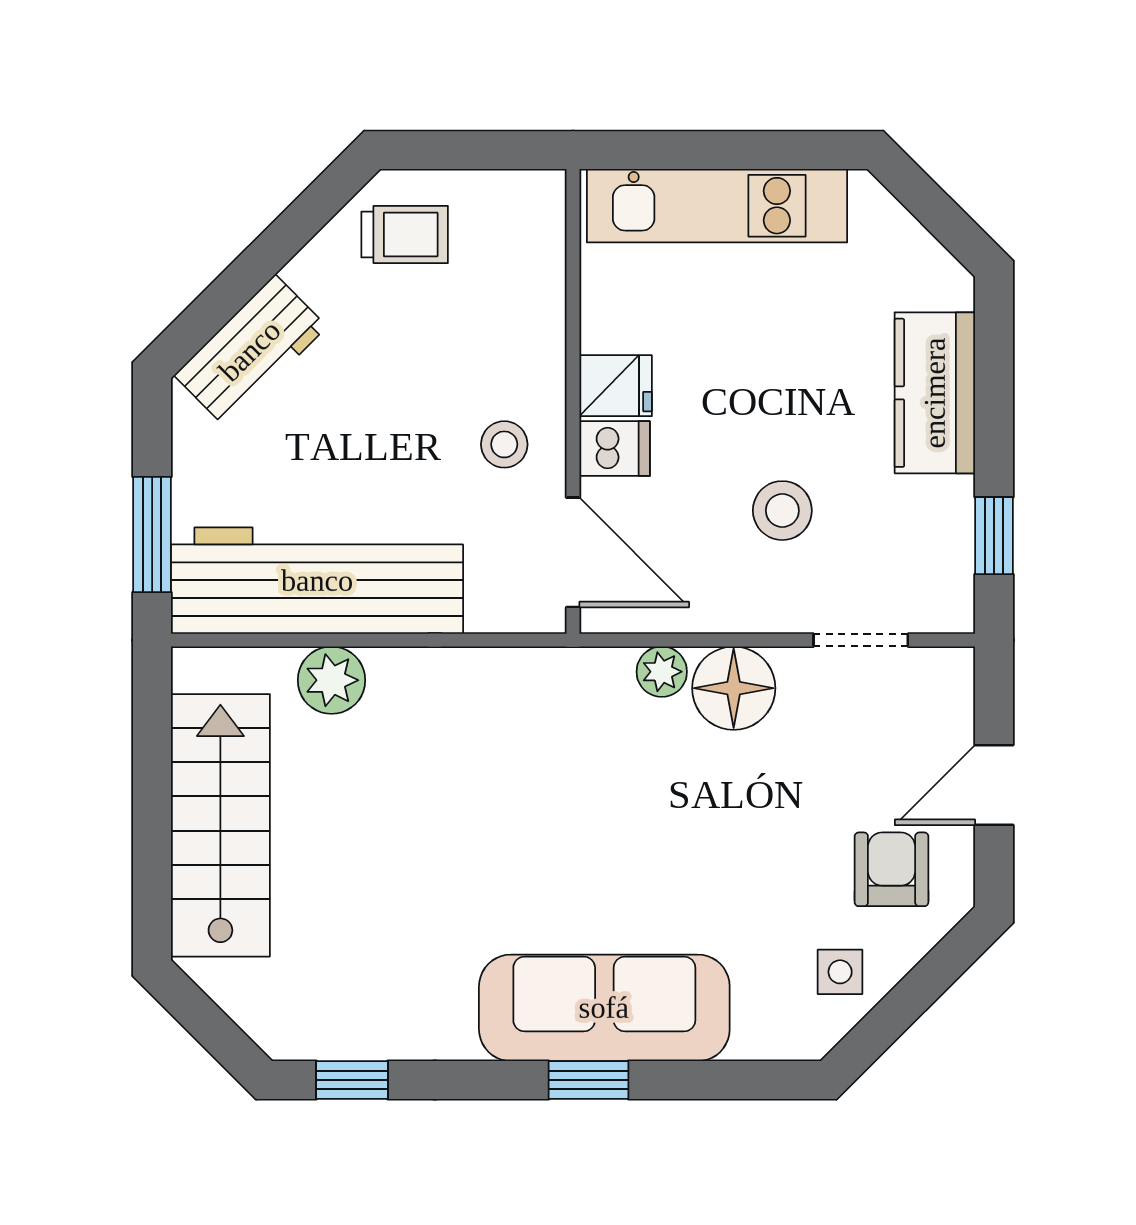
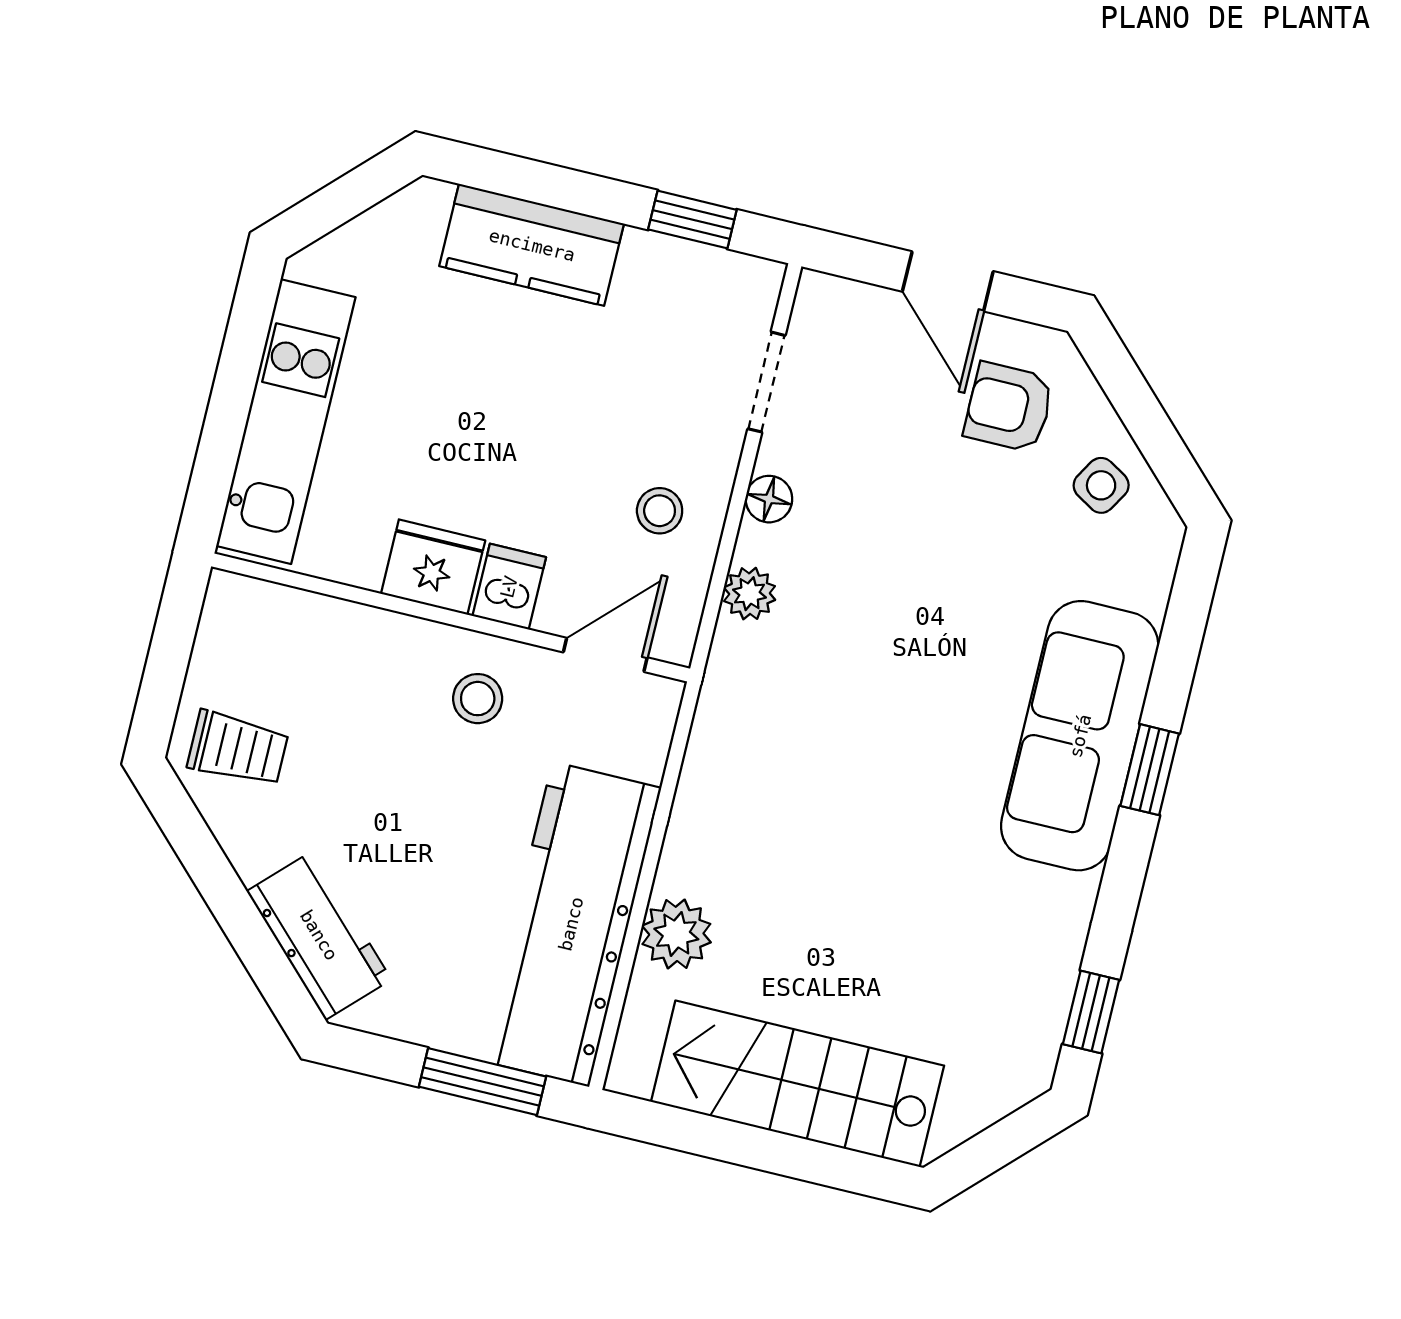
trolley: (405, 234) -> (238, 749), turned 90
fridge: (616, 386) -> (433, 567), width x1.38
stool: (782, 511) -> (660, 511), moved, width x0.73, depth x0.73
door: (573, 552) -> (605, 655), width x0.73
floor lamp: (734, 688) -> (769, 499), width x0.53, depth x0.53
side table: (840, 972) -> (1101, 485), turned 31

